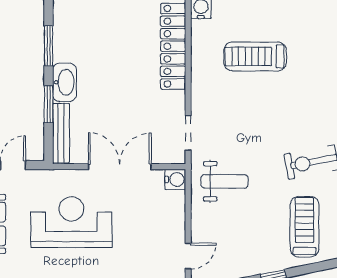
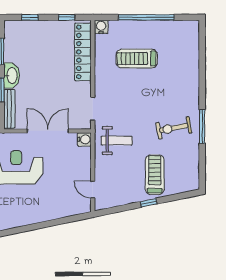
treadmill: (305, 227) -> (155, 175), moved
door: (188, 256) -> (93, 190), swing flipped

